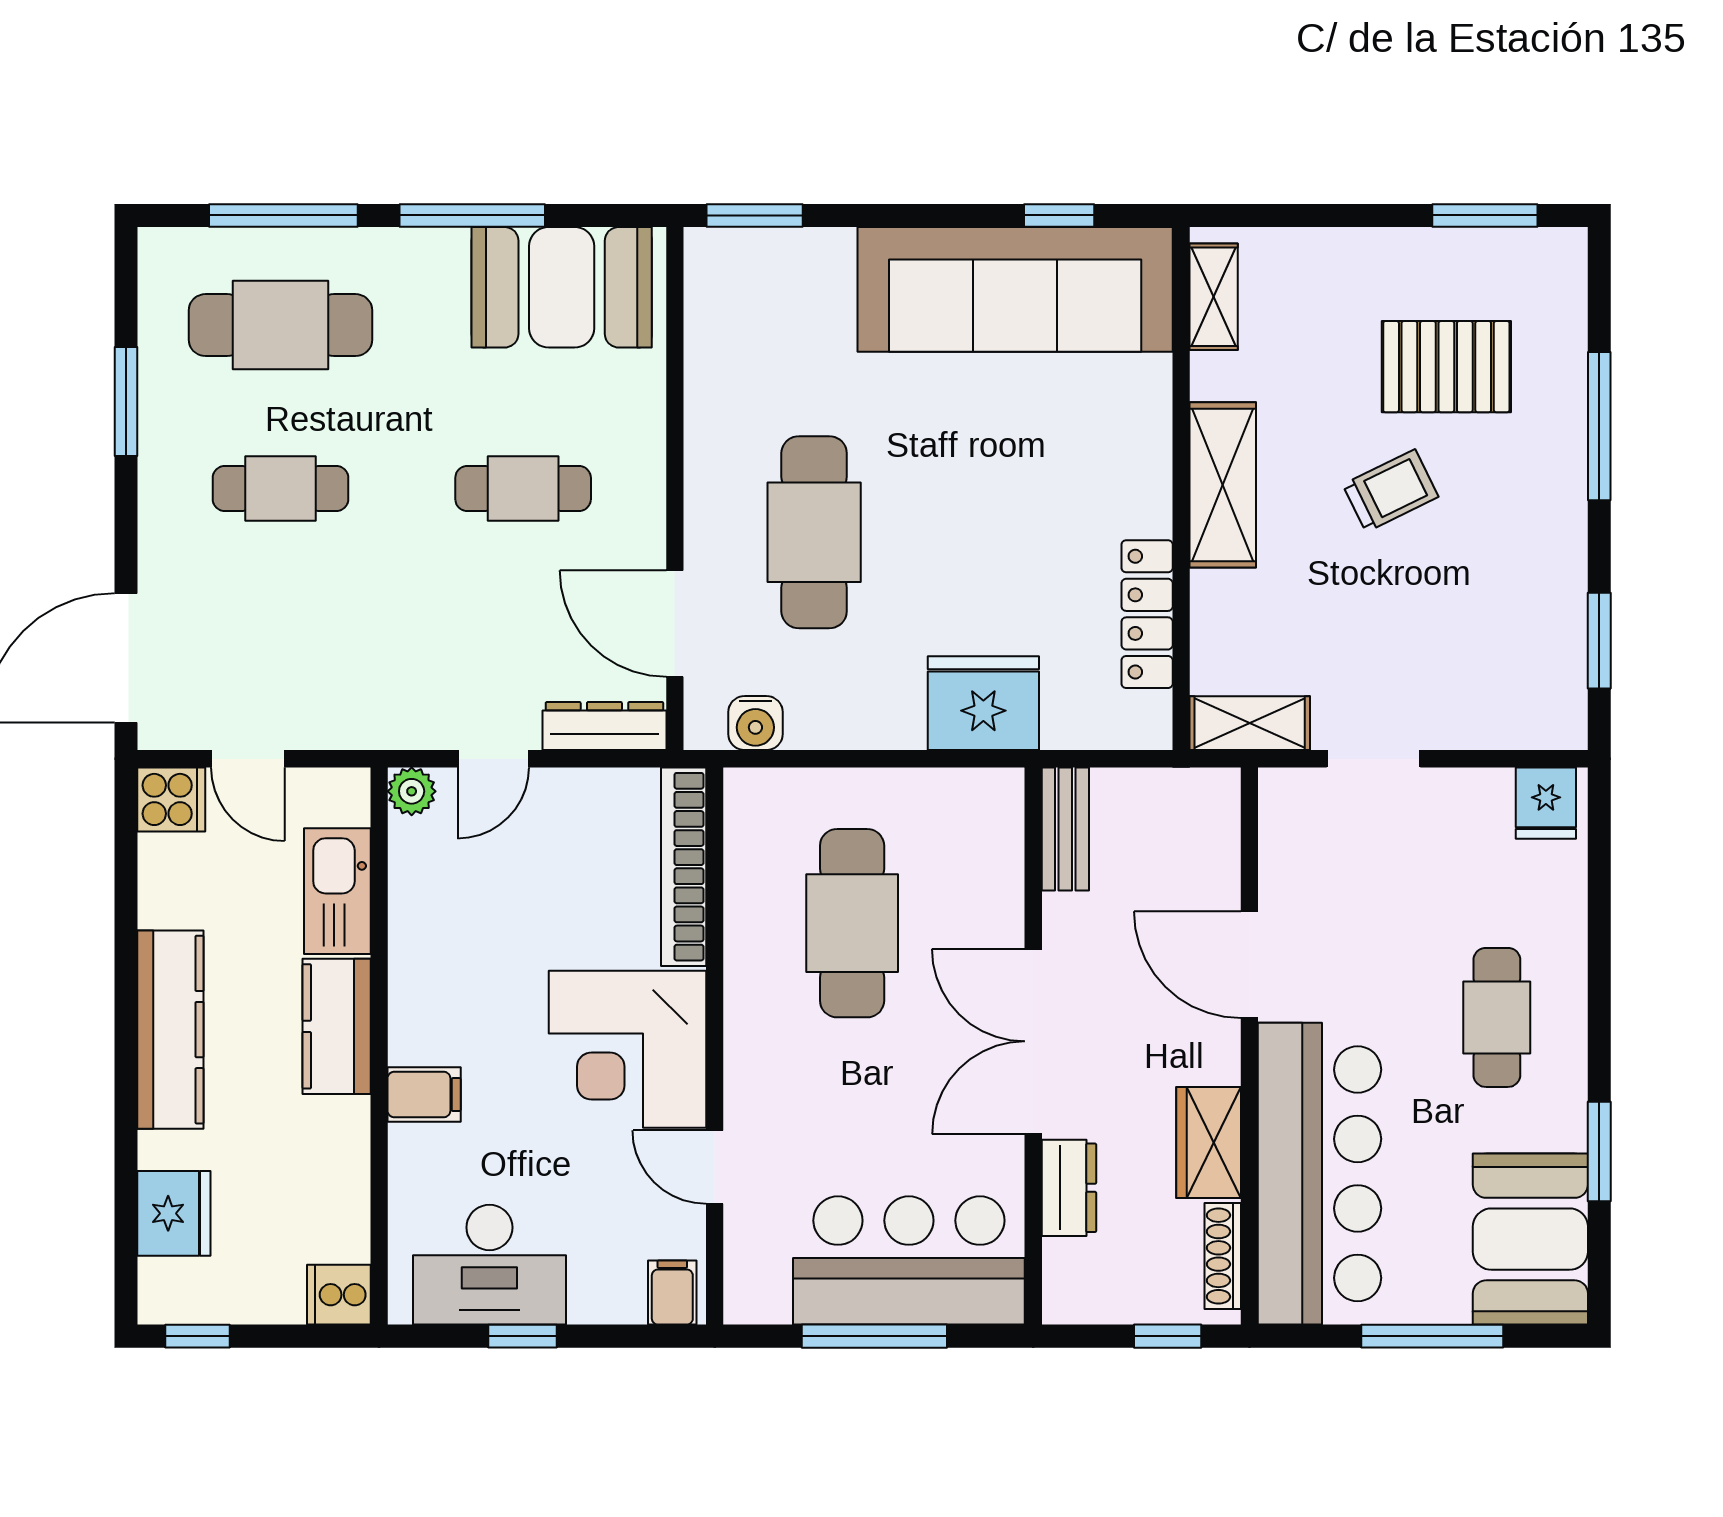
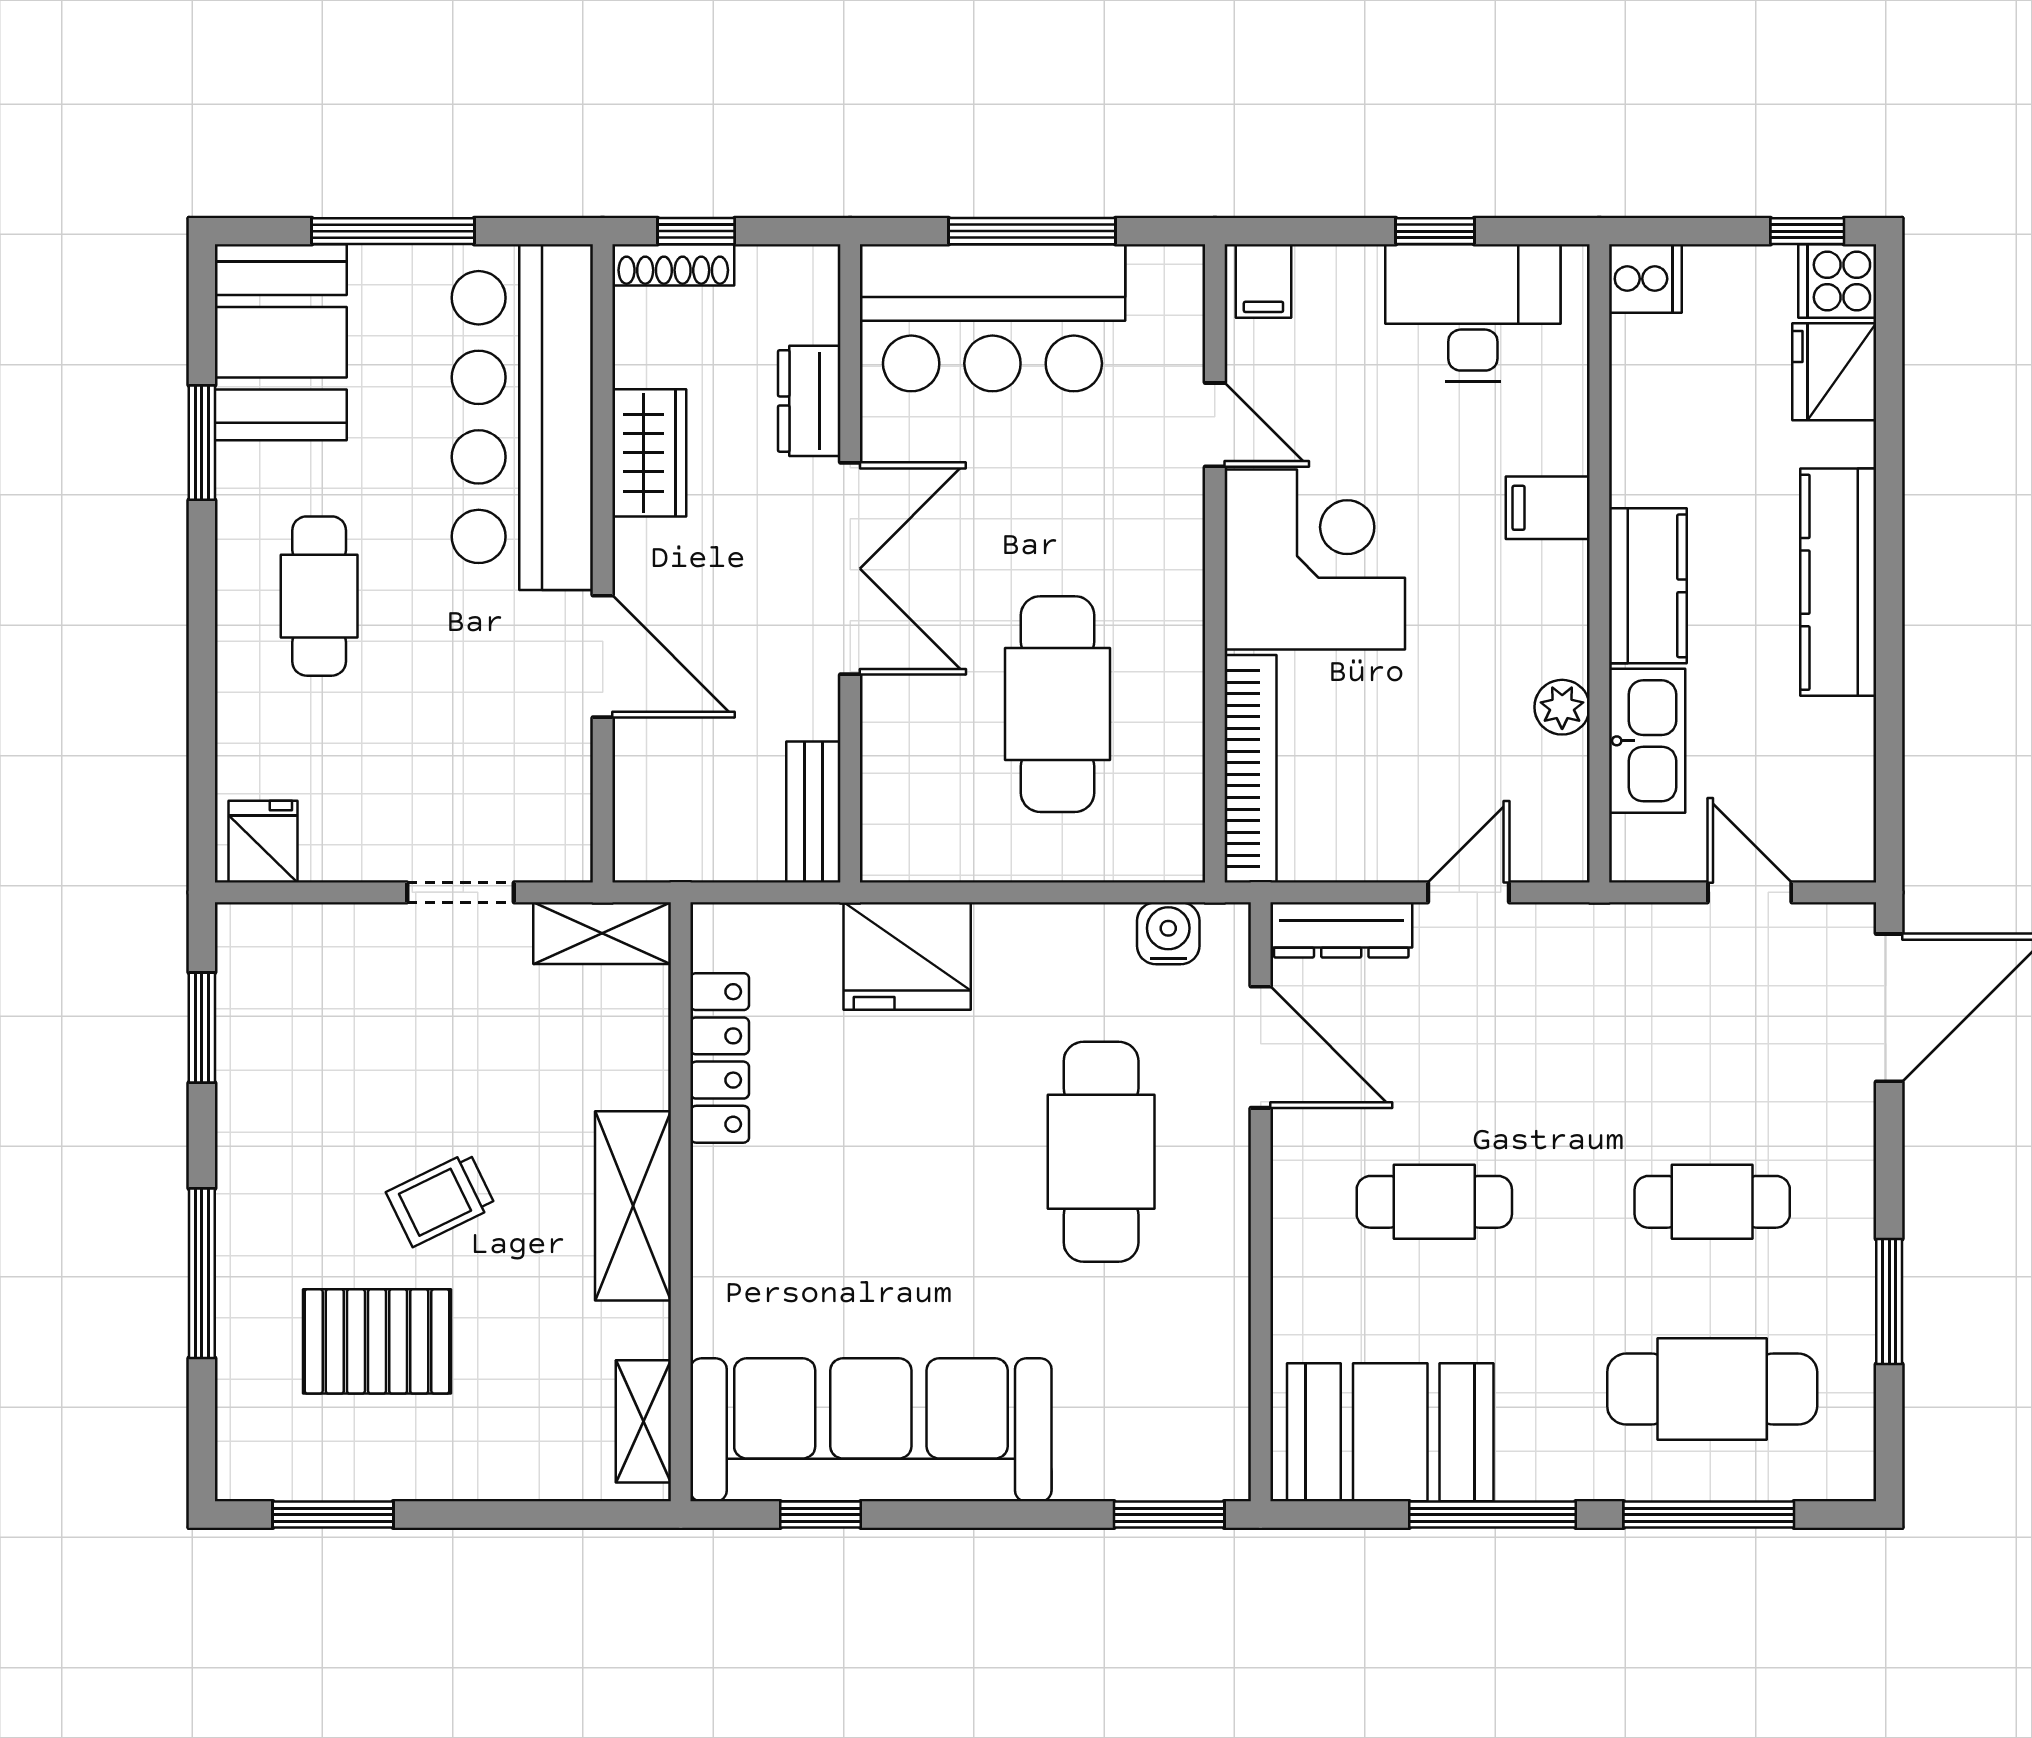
plant: (412, 791) -> (1562, 707), moved
cooker: (171, 799) -> (1837, 281), moved
shoe rack: (1223, 1256) -> (673, 265), moved, turned 90

